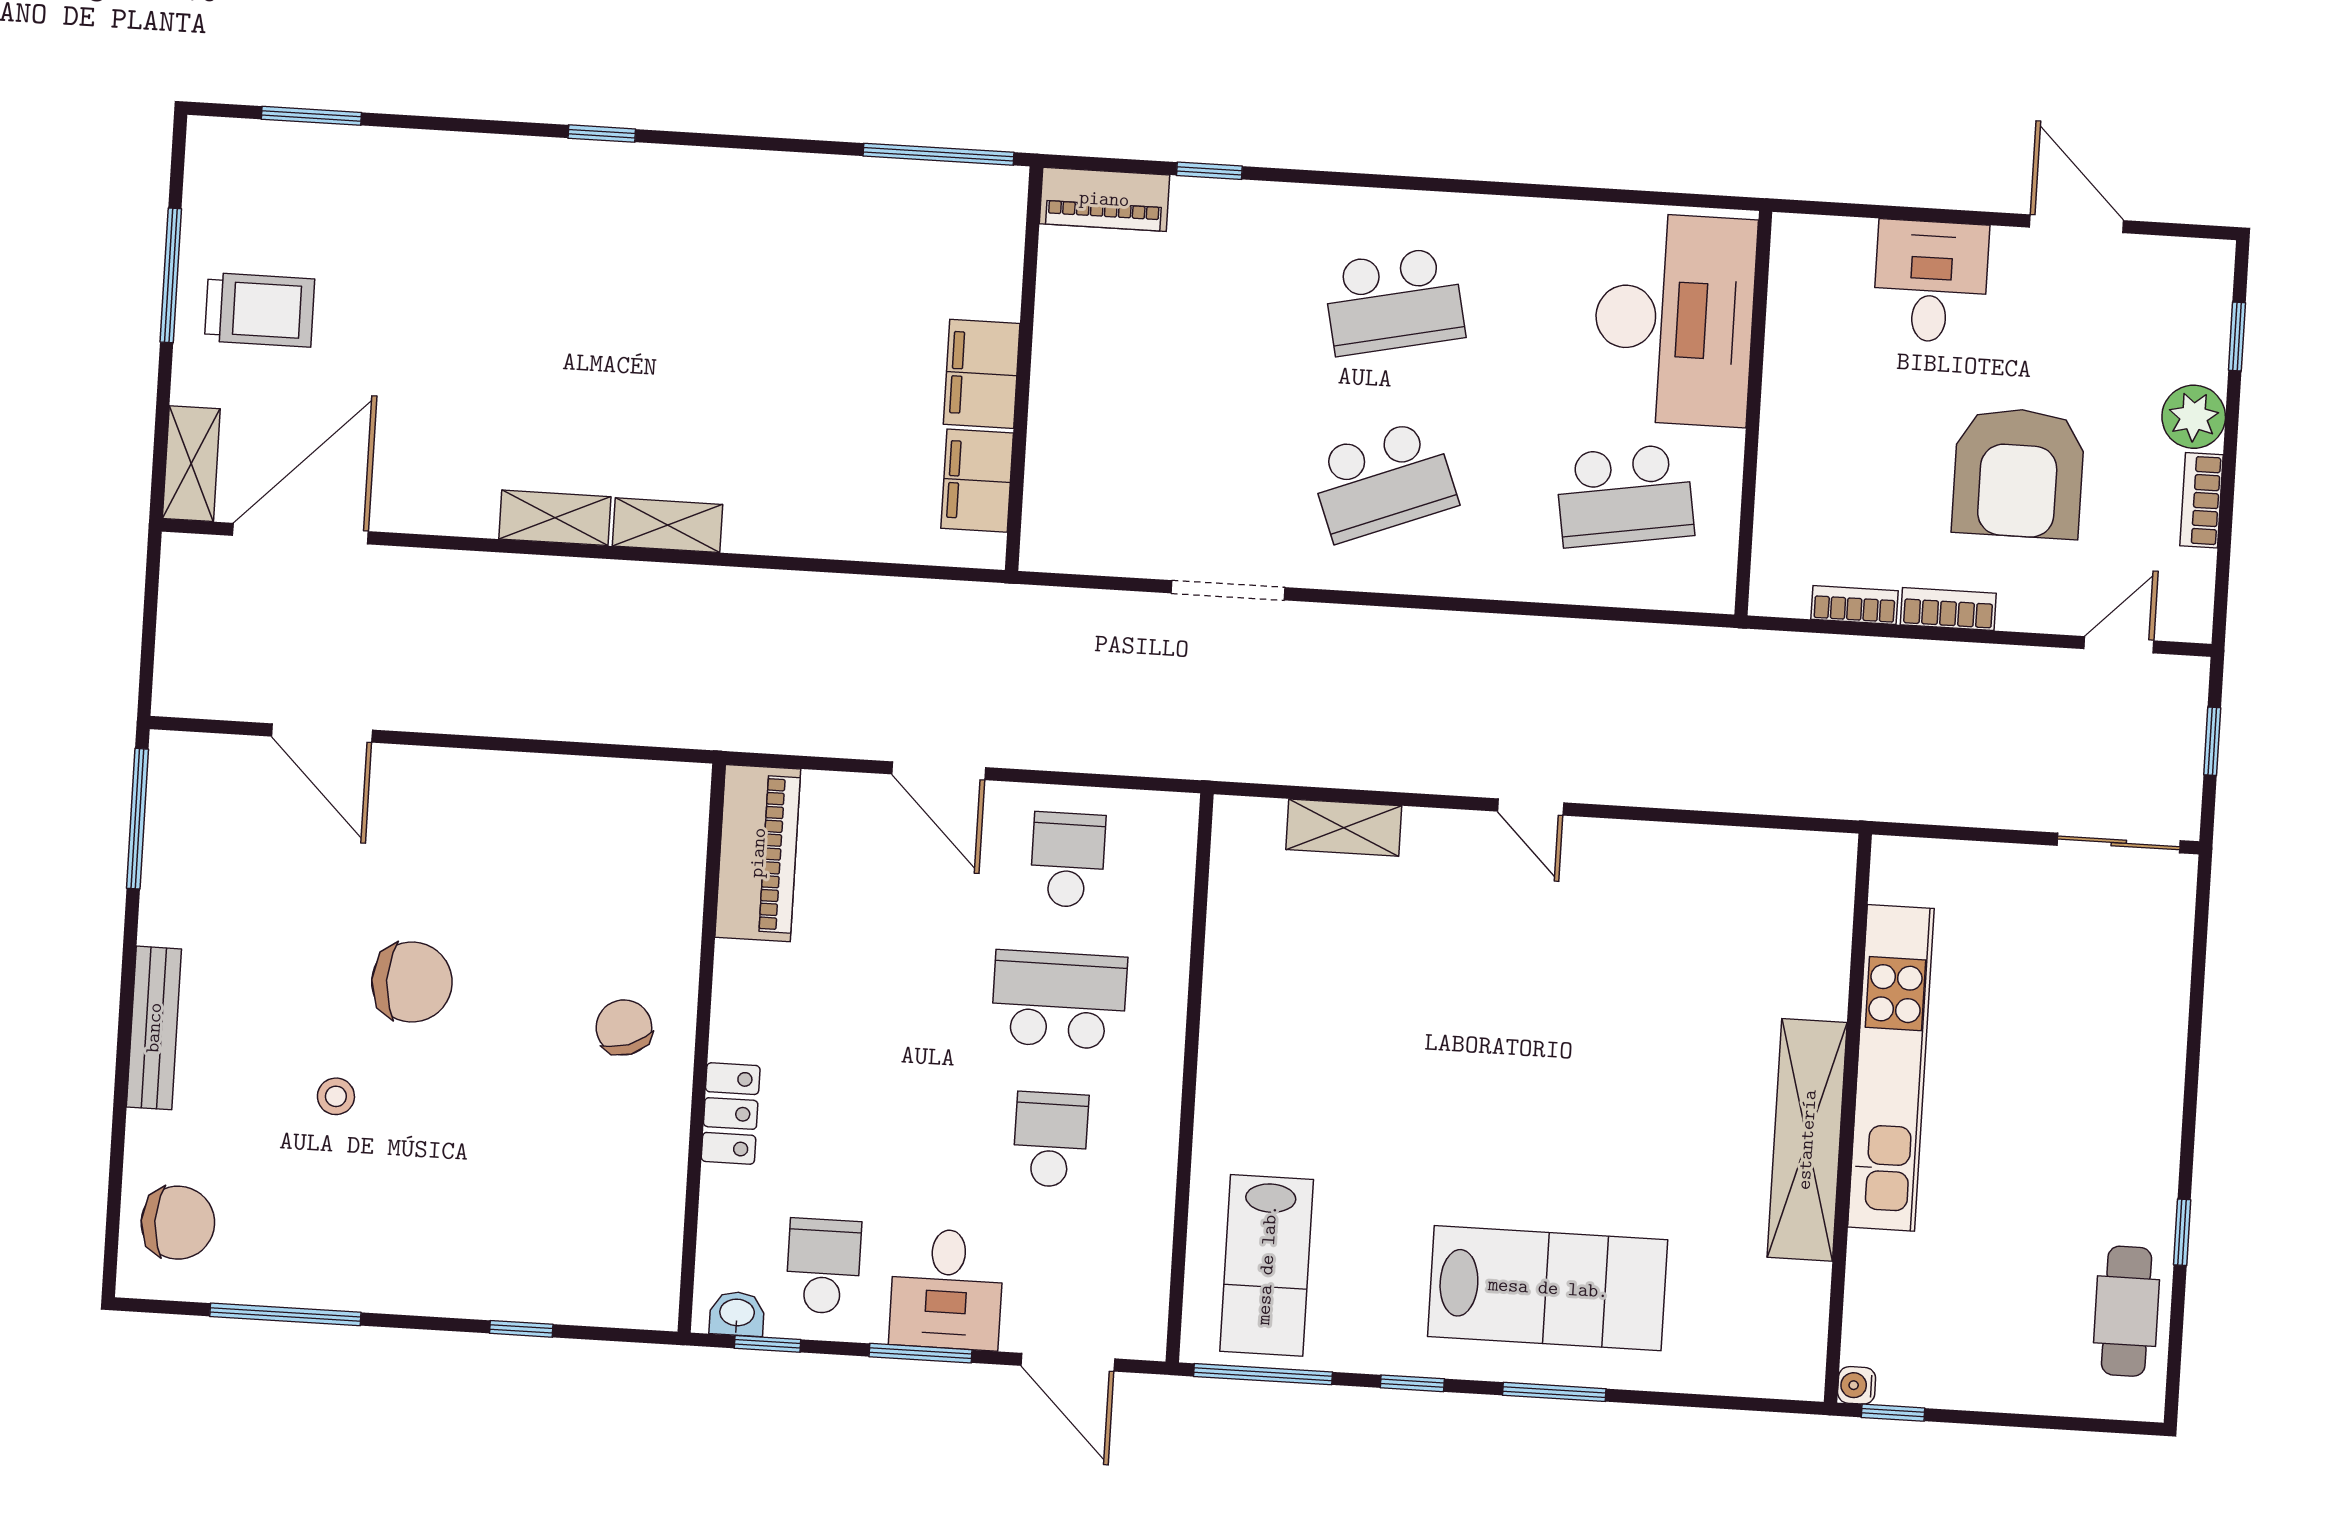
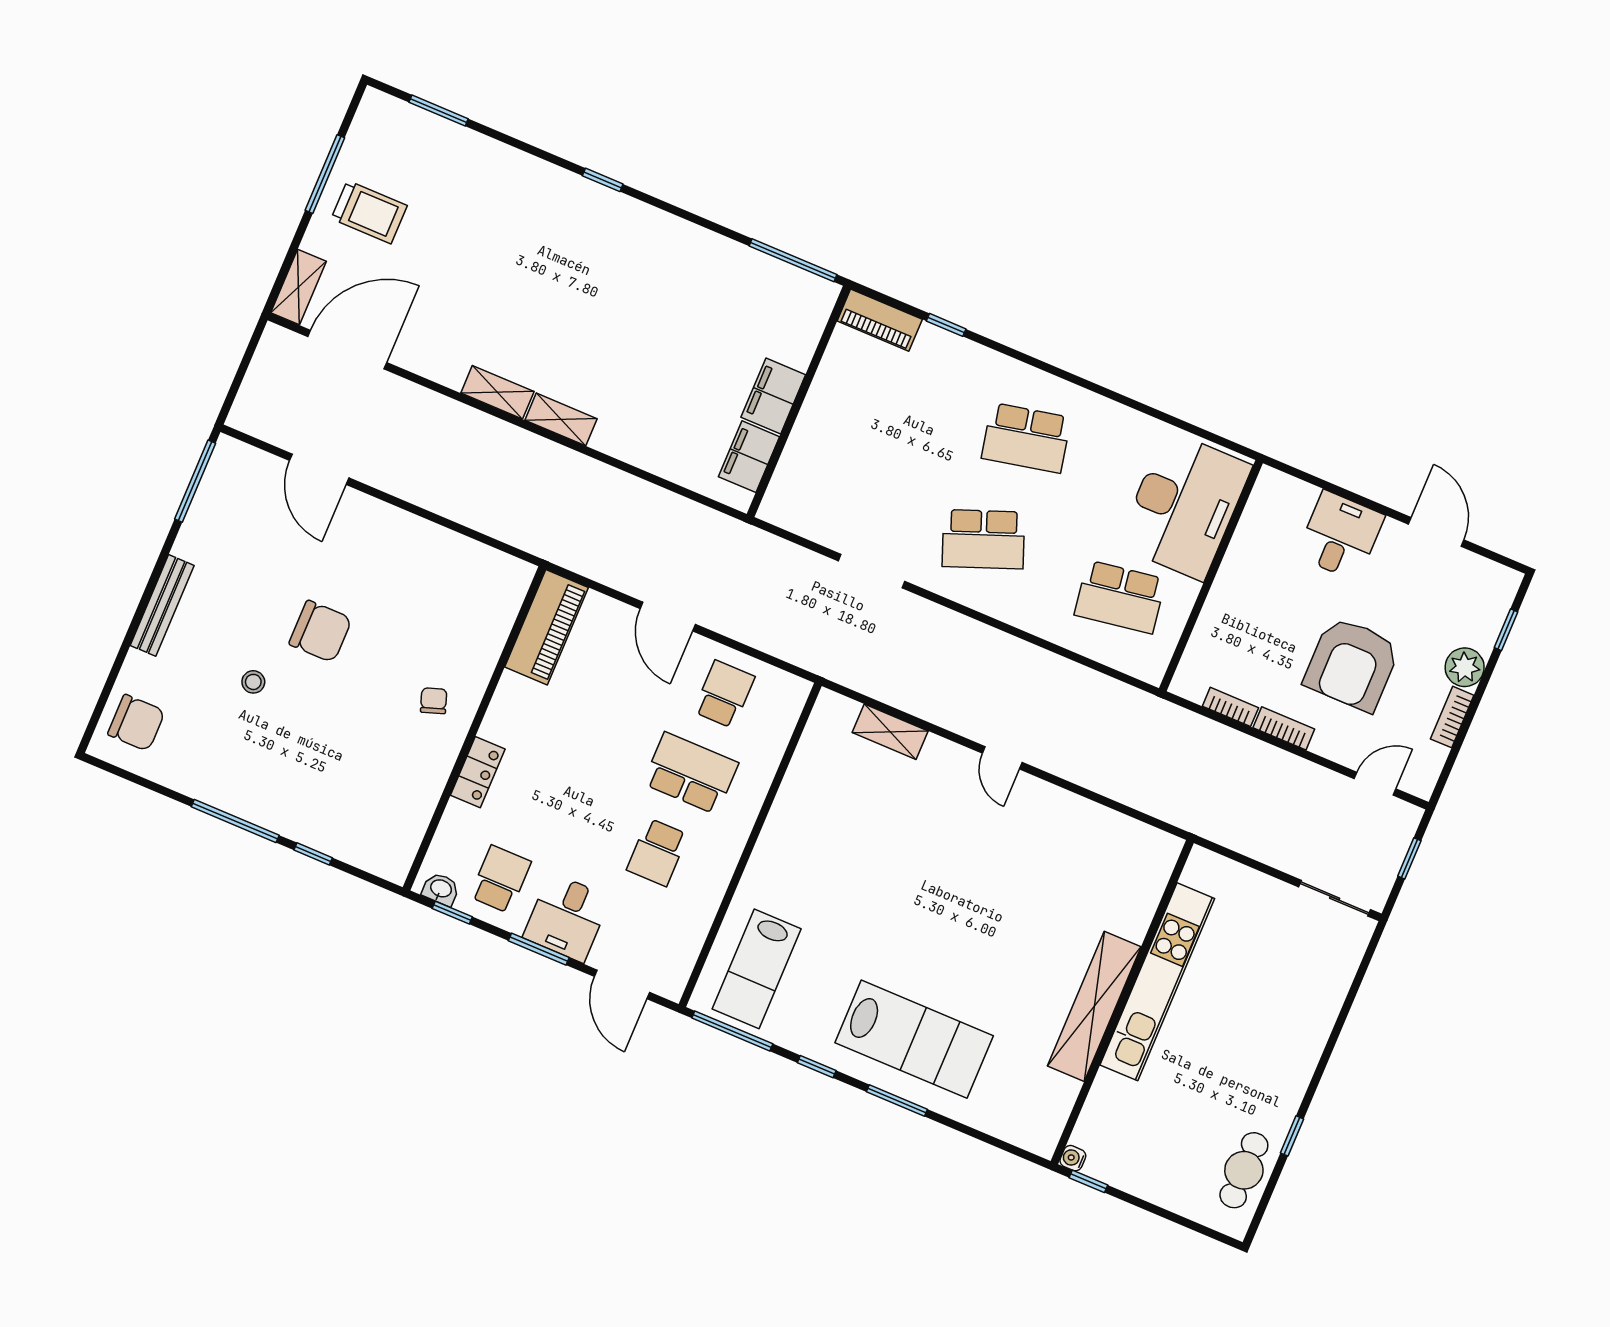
chair: (624, 1027) -> (434, 701), width x0.73, depth x0.73
school desk: (1051, 1140) -> (657, 852), turned 180
window: (285, 1314) -> (235, 821), moved

